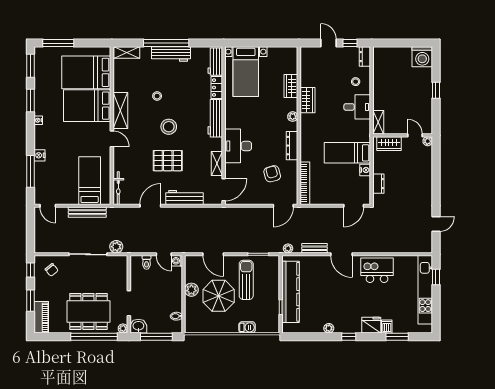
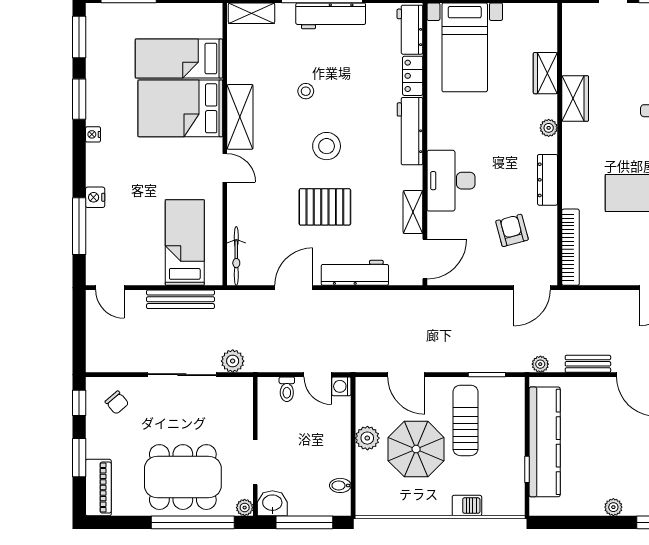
bed: (86, 72) -> (179, 58), width x0.67

